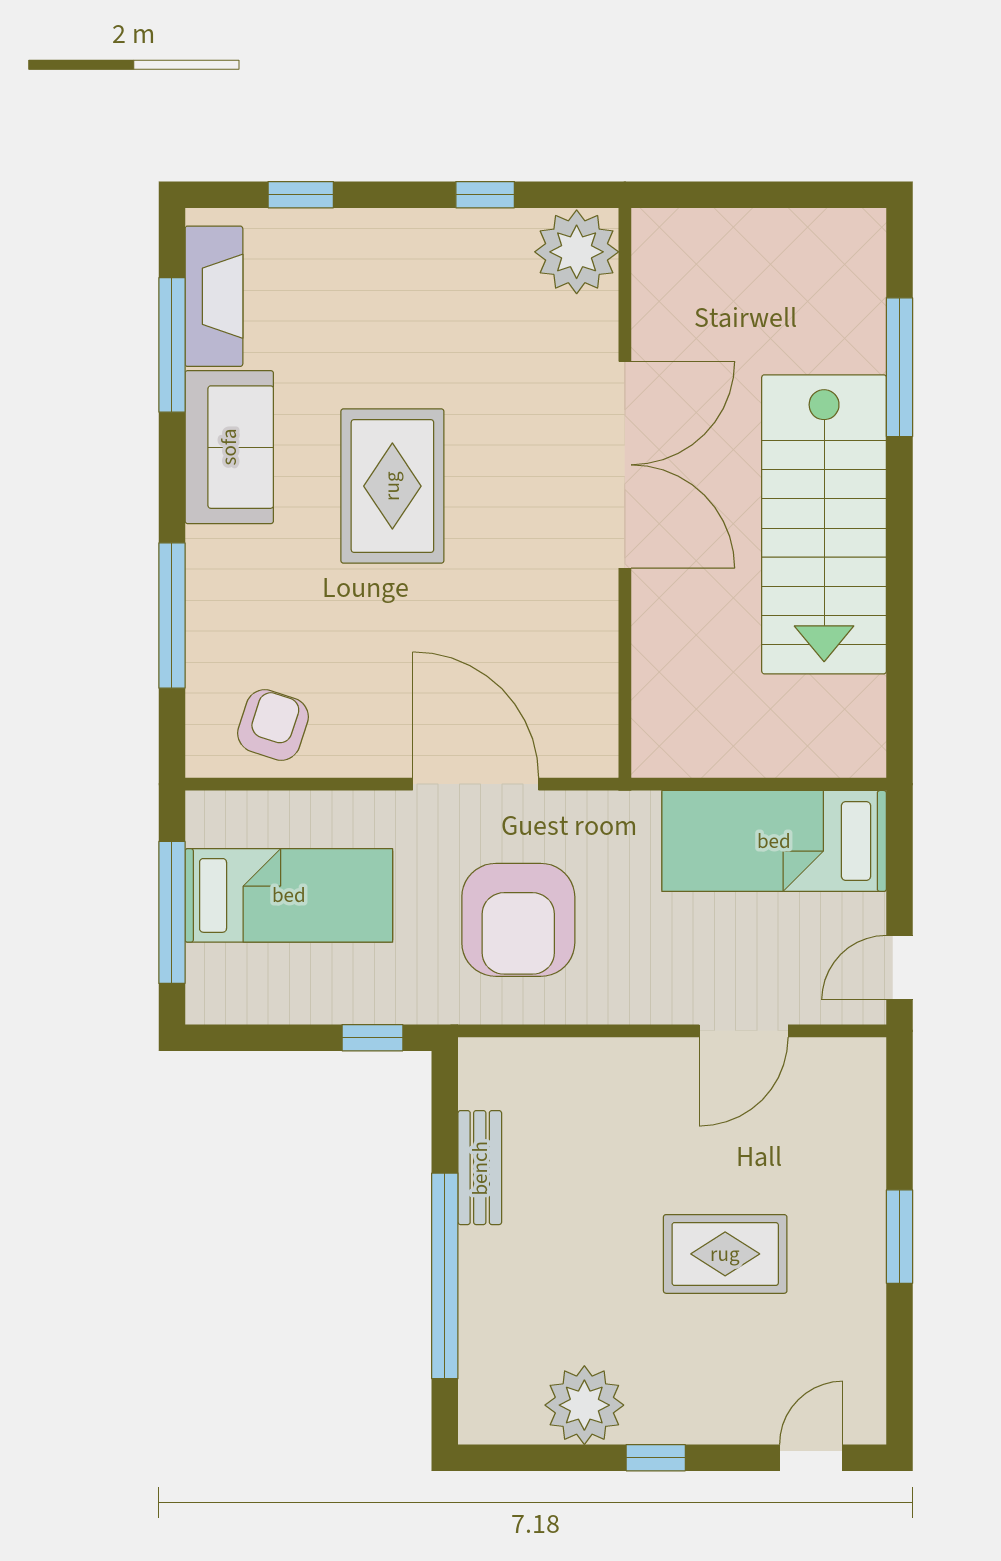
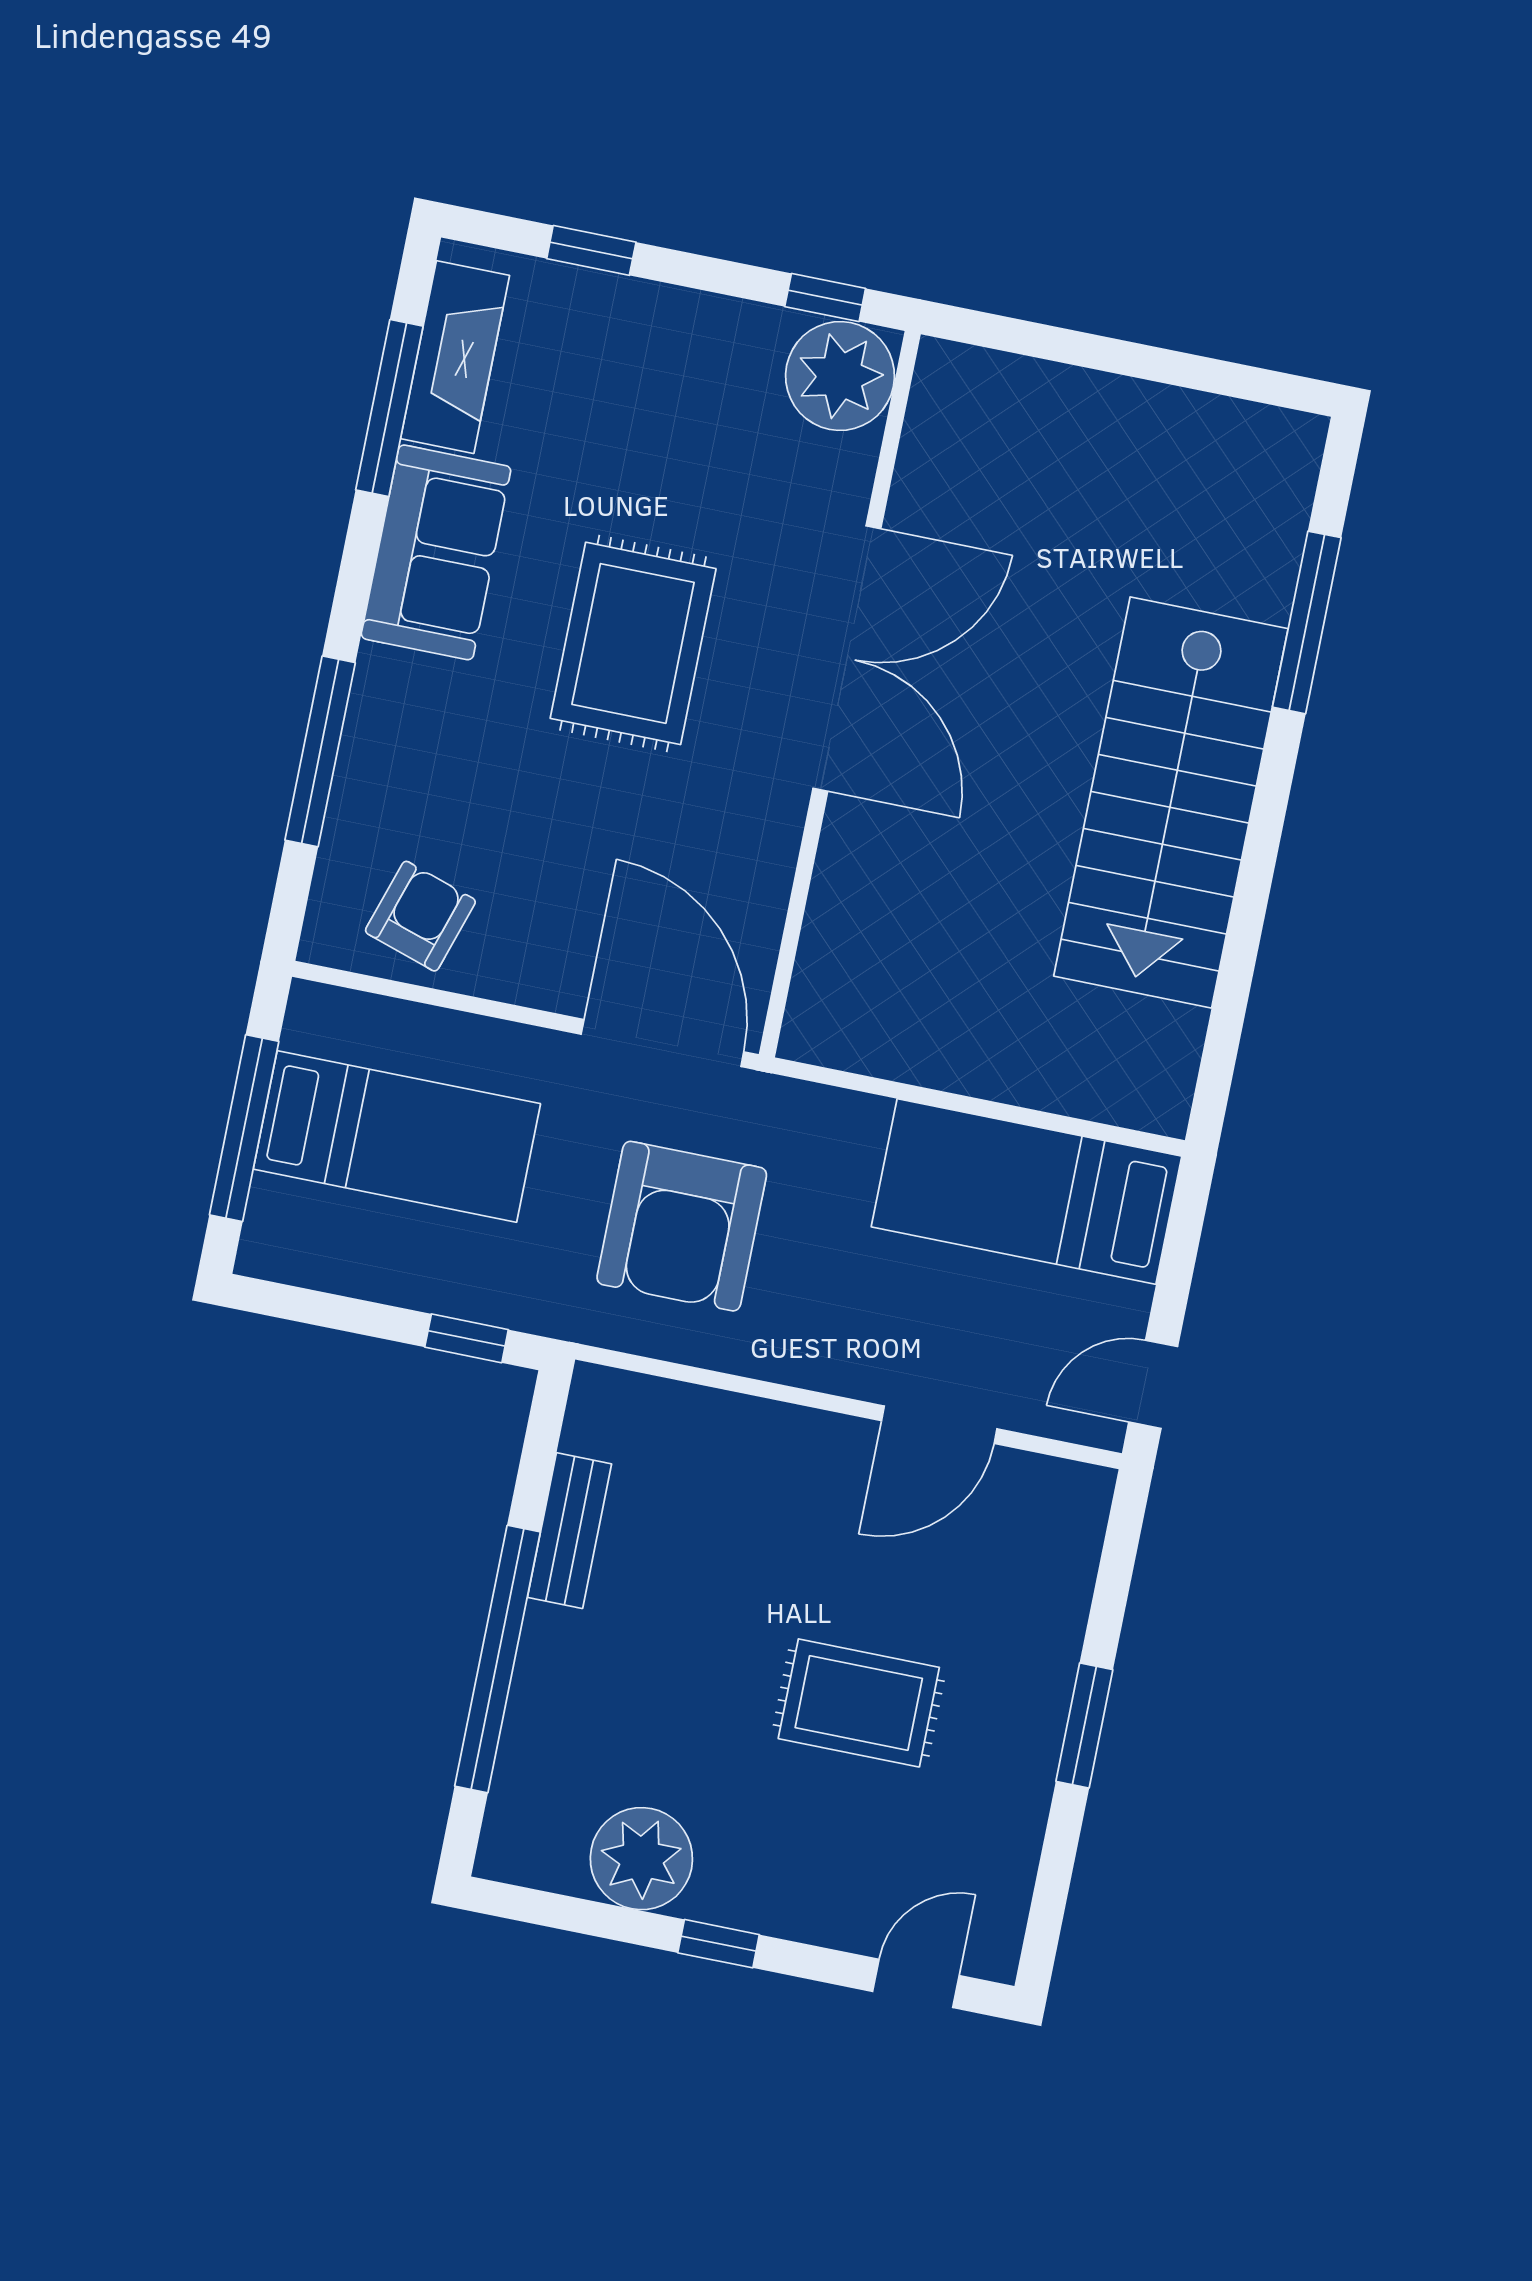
plant: (577, 252) -> (840, 376), moved
double door: (625, 465) -> (847, 659), moved
wall: (625, 493) -> (840, 694), moved

